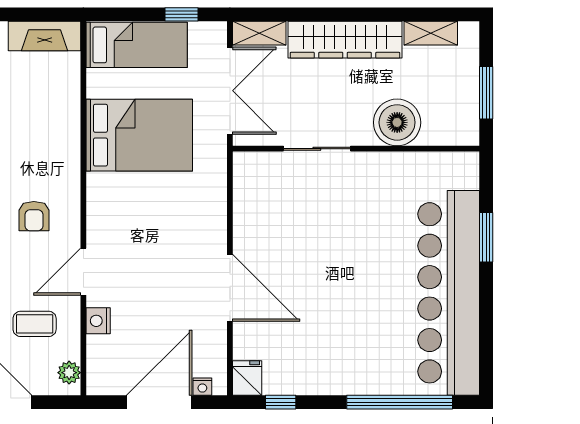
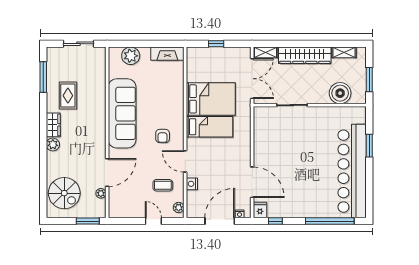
window: (182, 14) -> (216, 44), moved
bed: (137, 45) -> (209, 127), moved
boiler: (397, 122) -> (340, 93), moved
door: (83, 272) -> (185, 161), hinge flipped
door: (230, 288) -> (252, 182), moved

